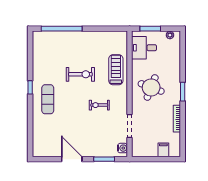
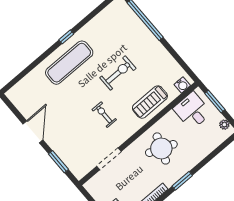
treadmill: (116, 70) -> (150, 102), turned 180
exercise bike: (80, 74) -> (118, 73), turned -90
exercise mat: (48, 99) -> (69, 63), width x1.36, depth x1.45
water cooler: (122, 148) -> (182, 85), moved

